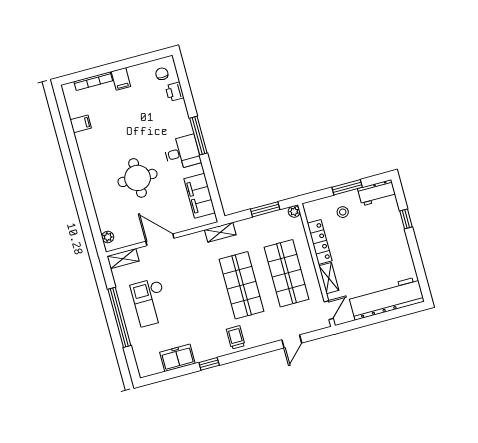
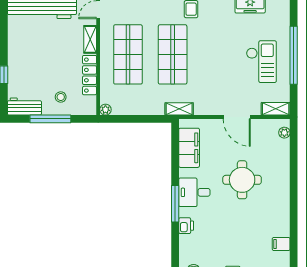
printer: (175, 92) -> (186, 226), moved
window: (347, 187) -> (50, 119), width x1.44
window: (265, 209) -> (132, 119), removed

